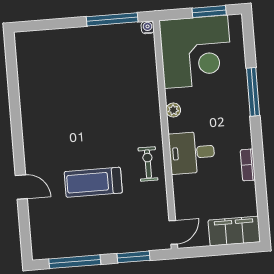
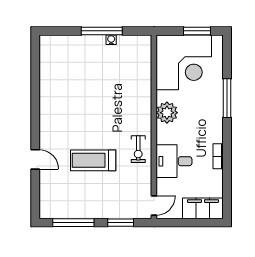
window: (112, 19) -> (102, 31), moved
water cooler: (148, 27) -> (111, 40), moved
plant: (173, 110) -> (167, 113), width x1.87, depth x1.87
desk: (192, 153) -> (174, 161), moved
exercise bike: (148, 164) -> (138, 149), turned 180

